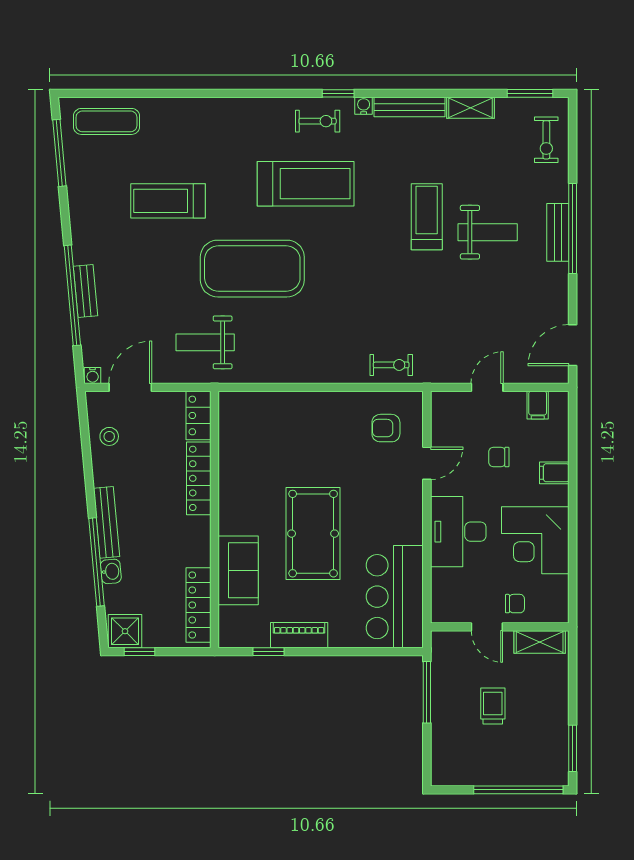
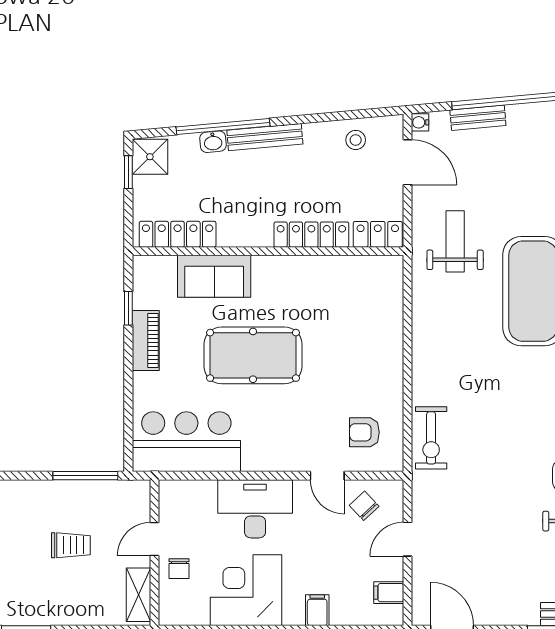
bench: (86, 291) -> (478, 118), moved
exercise bike: (391, 365) -> (431, 438), width x1.38, depth x1.39
door: (487, 387) -> (408, 539), swing flipped
armchair: (386, 428) -> (364, 432), turned -90
chair: (499, 457) -> (364, 506), moved, turned -43

